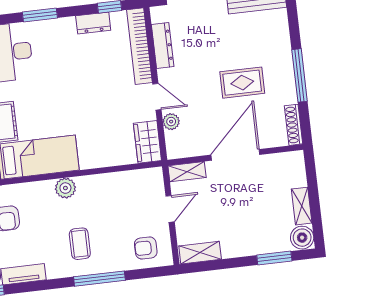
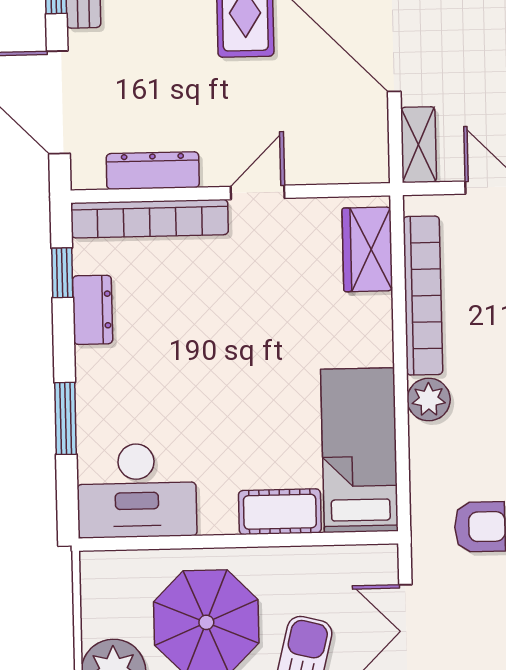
plant: (171, 122) -> (312, 168), removed
wardrobe: (147, 142) -> (367, 249), moved, turned 90
bookcase: (115, 181) -> (423, 296), added

